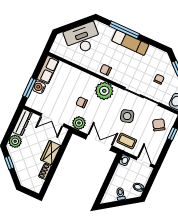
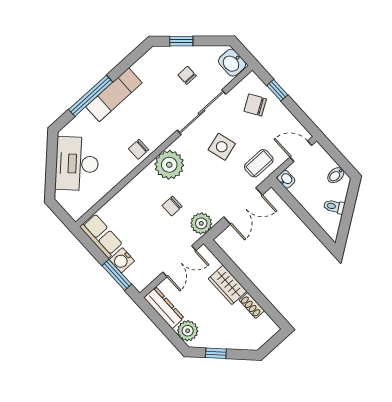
double door: (99, 142) -> (243, 206), swing flipped

